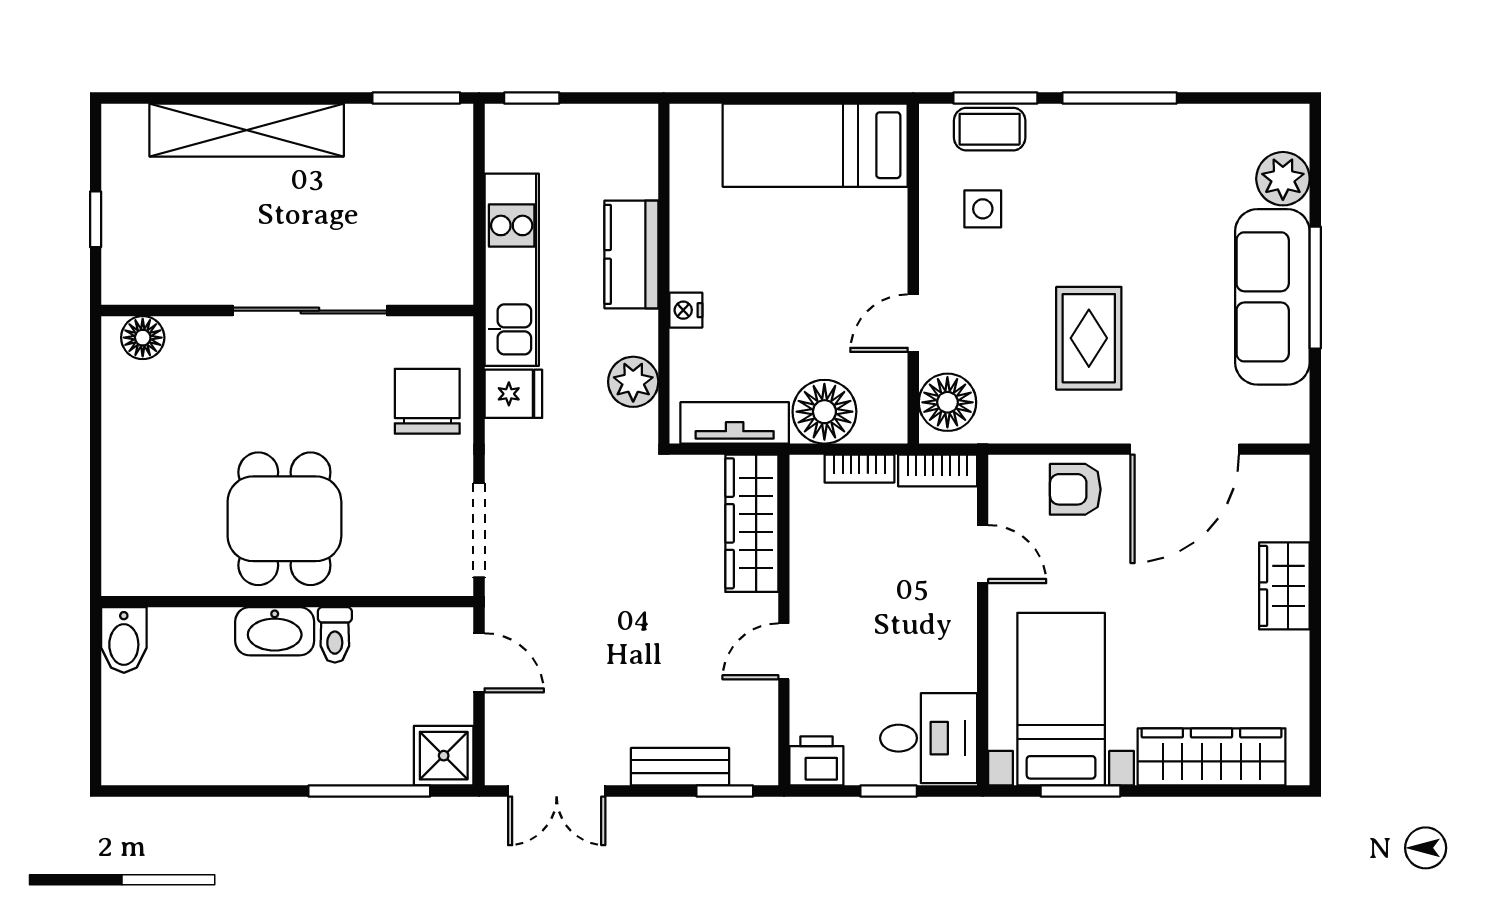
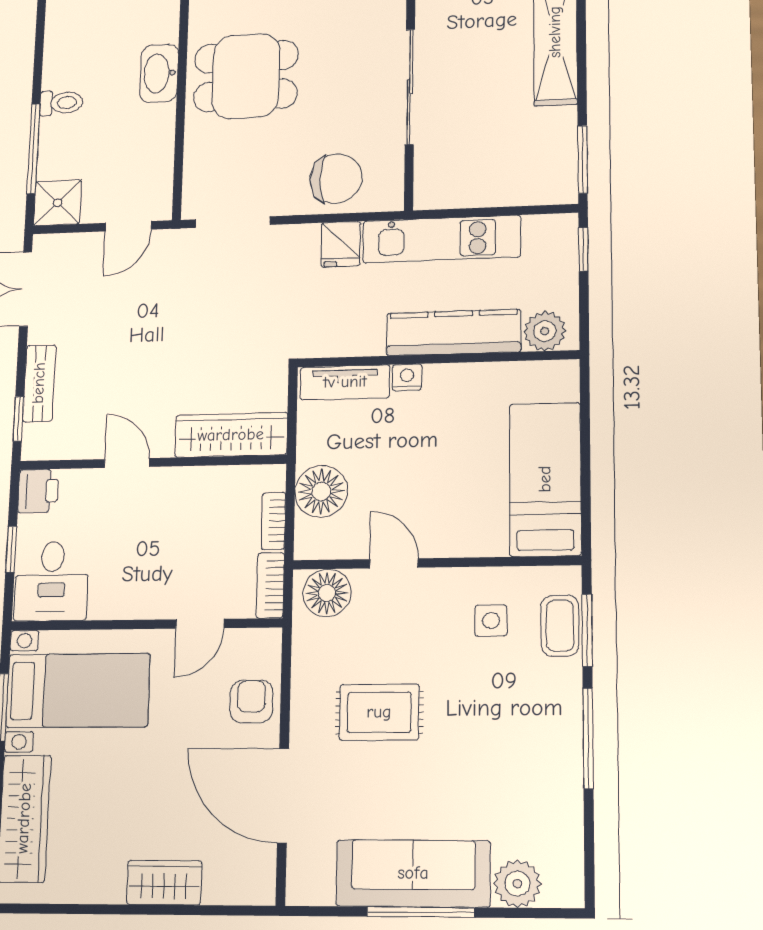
kitchen counter: (631, 254) -> (453, 333), width x1.50
plant: (633, 382) -> (545, 331), moved
tv unit: (735, 423) -> (345, 382), moved, turned 90
toilet: (335, 635) -> (61, 103), moved, turned 180

